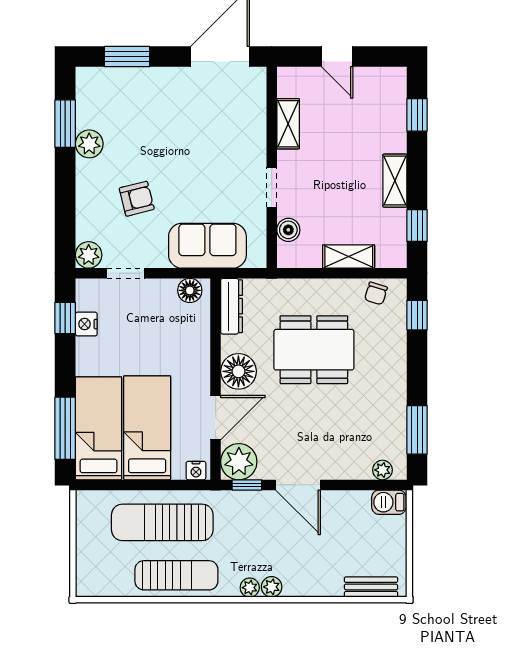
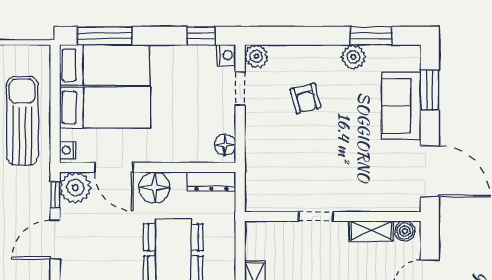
boiler: (288, 230) -> (405, 231), moved
sofa: (207, 246) -> (401, 106), moved, turned 180
nightstand: (86, 324) -> (226, 55), moved, turned 90

